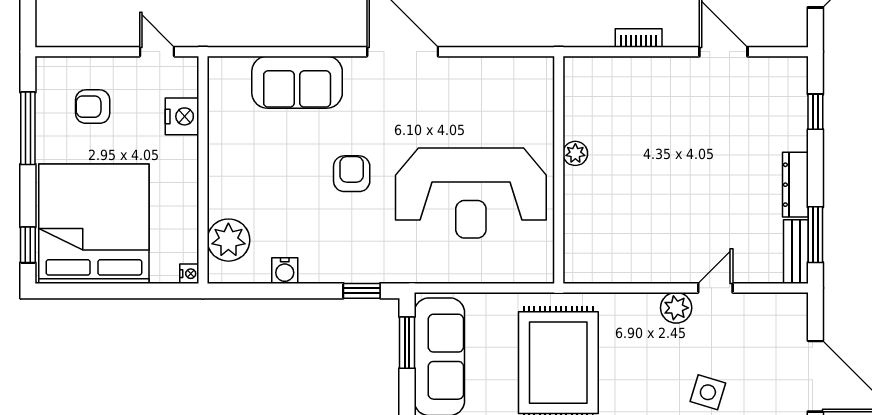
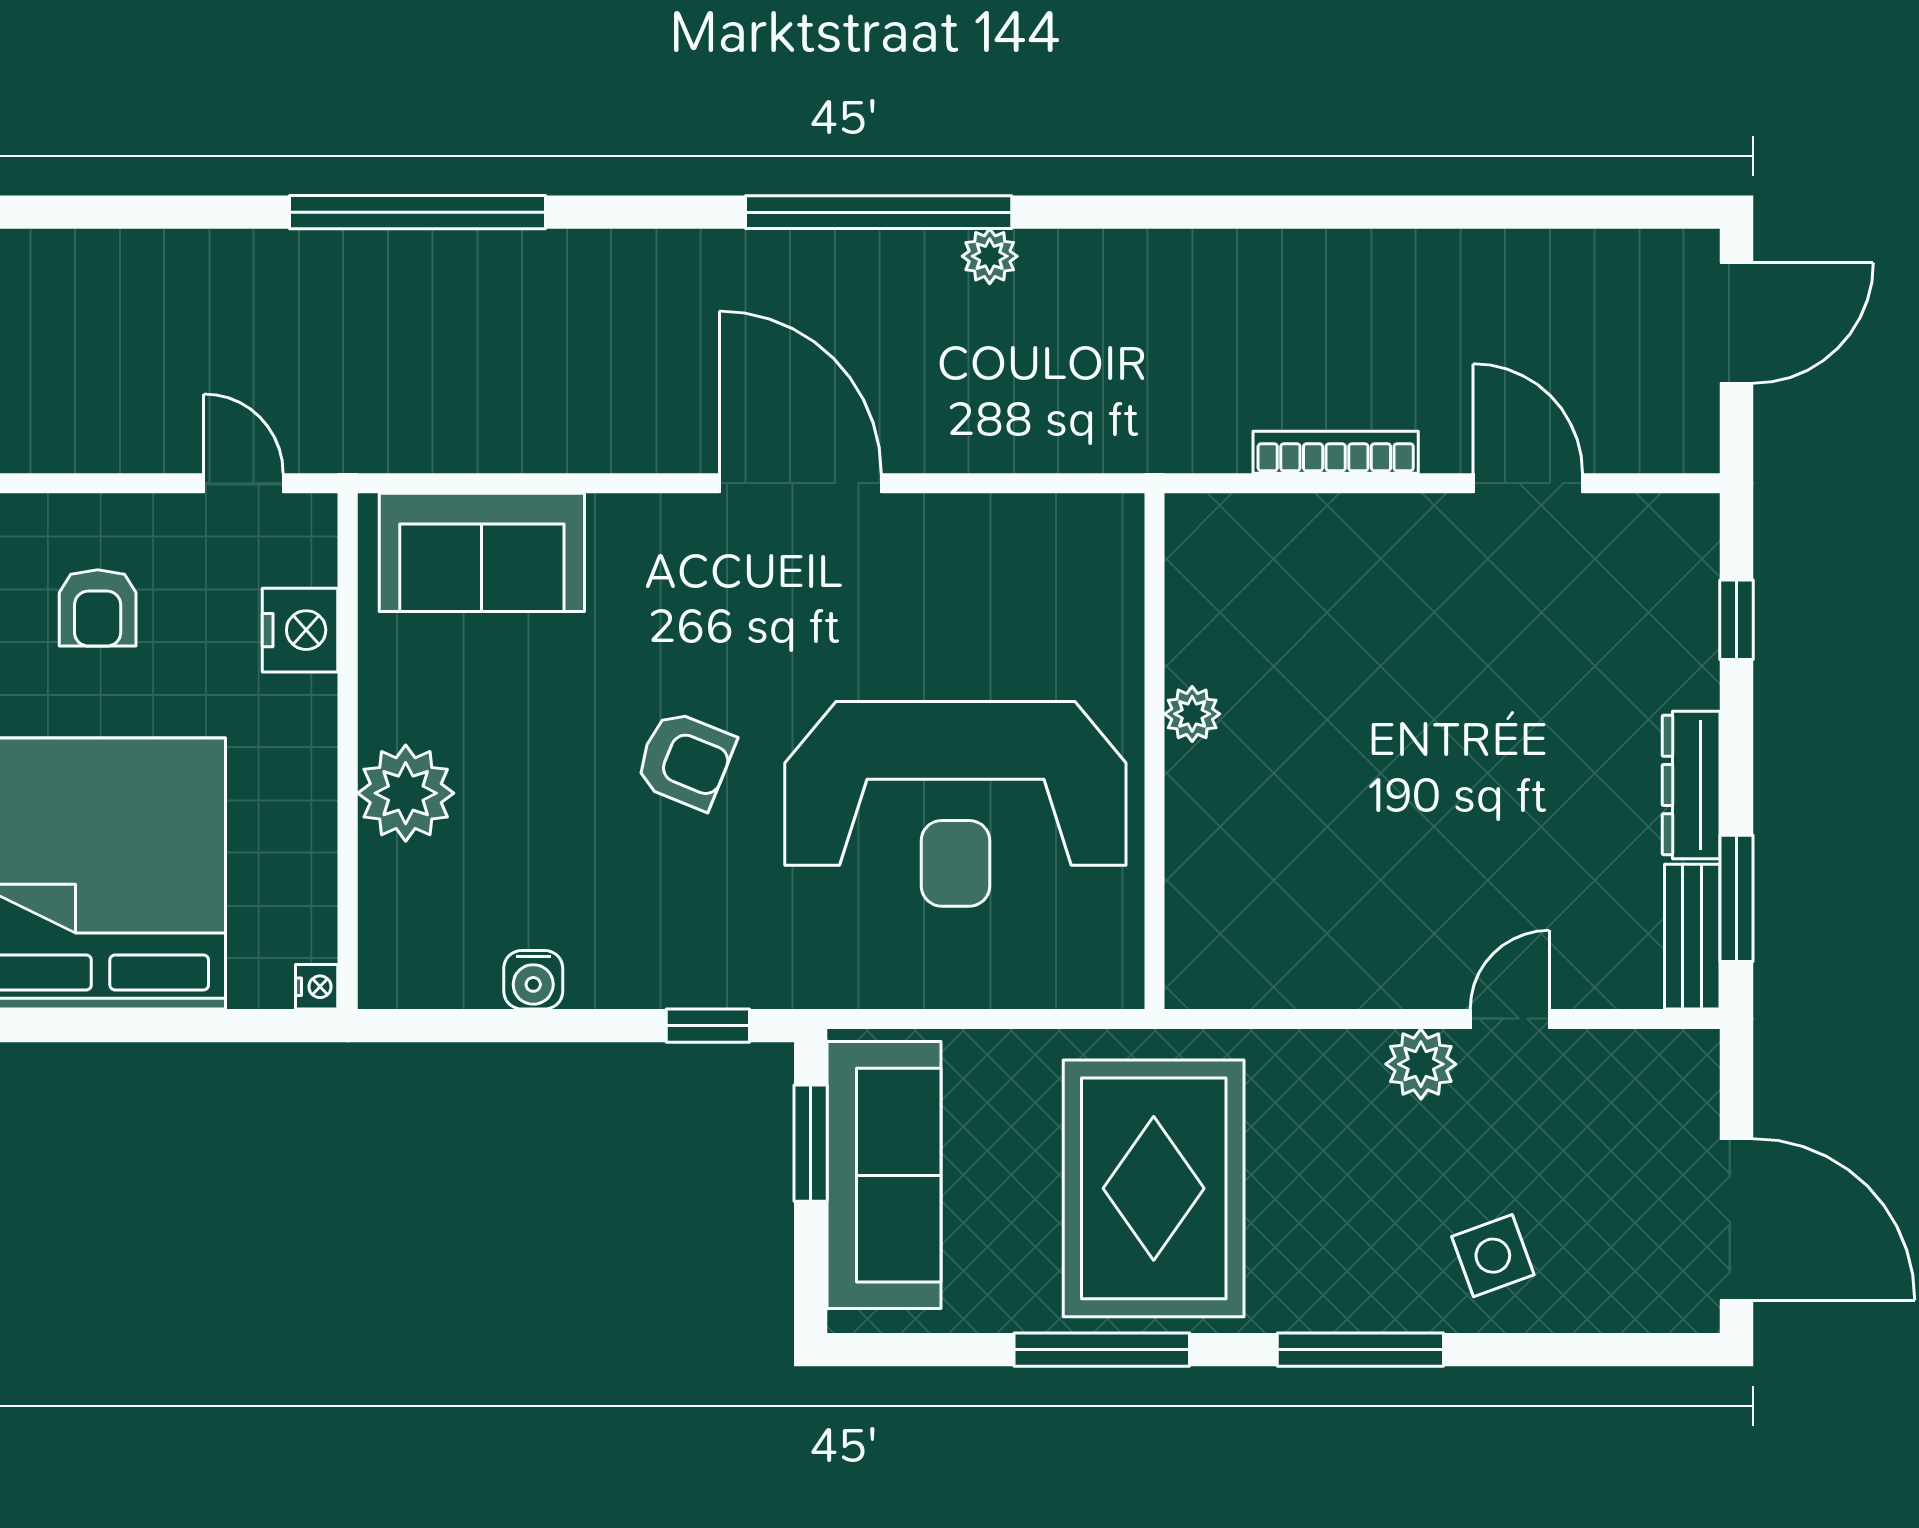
bookcase: (639, 38) -> (1336, 452), width x1.56
sofa: (297, 82) -> (482, 552), moved
armchair: (93, 107) -> (98, 608), turned -90
armchair: (352, 174) -> (685, 760), turned 112
plant: (228, 240) -> (406, 793), moved
side table: (708, 392) -> (1493, 1256), turned -37

